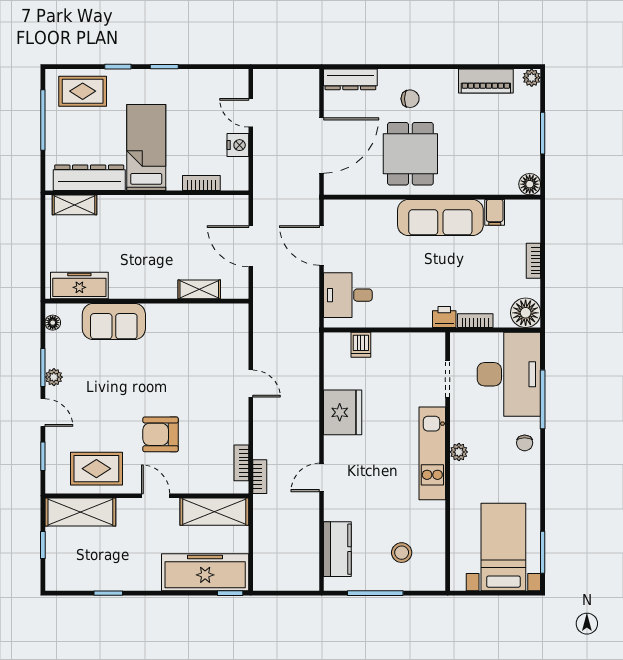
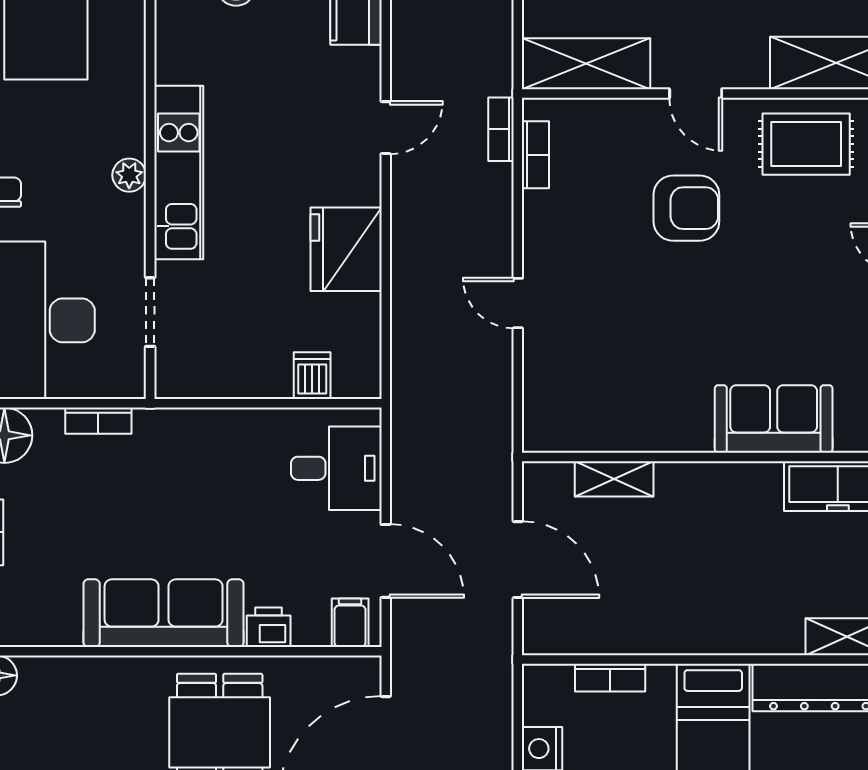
filing cabinet: (495, 212) -> (350, 623), moved
printer: (444, 317) -> (269, 627), moved, turned 180

